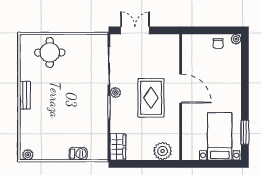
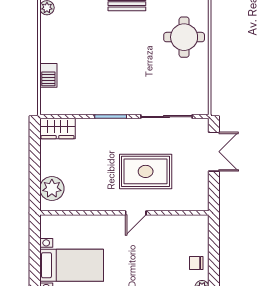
door: (181, 89) -> (136, 213), width x0.53
plant: (115, 92) -> (131, 125), removed
rug: (151, 98) -> (146, 171), moved

